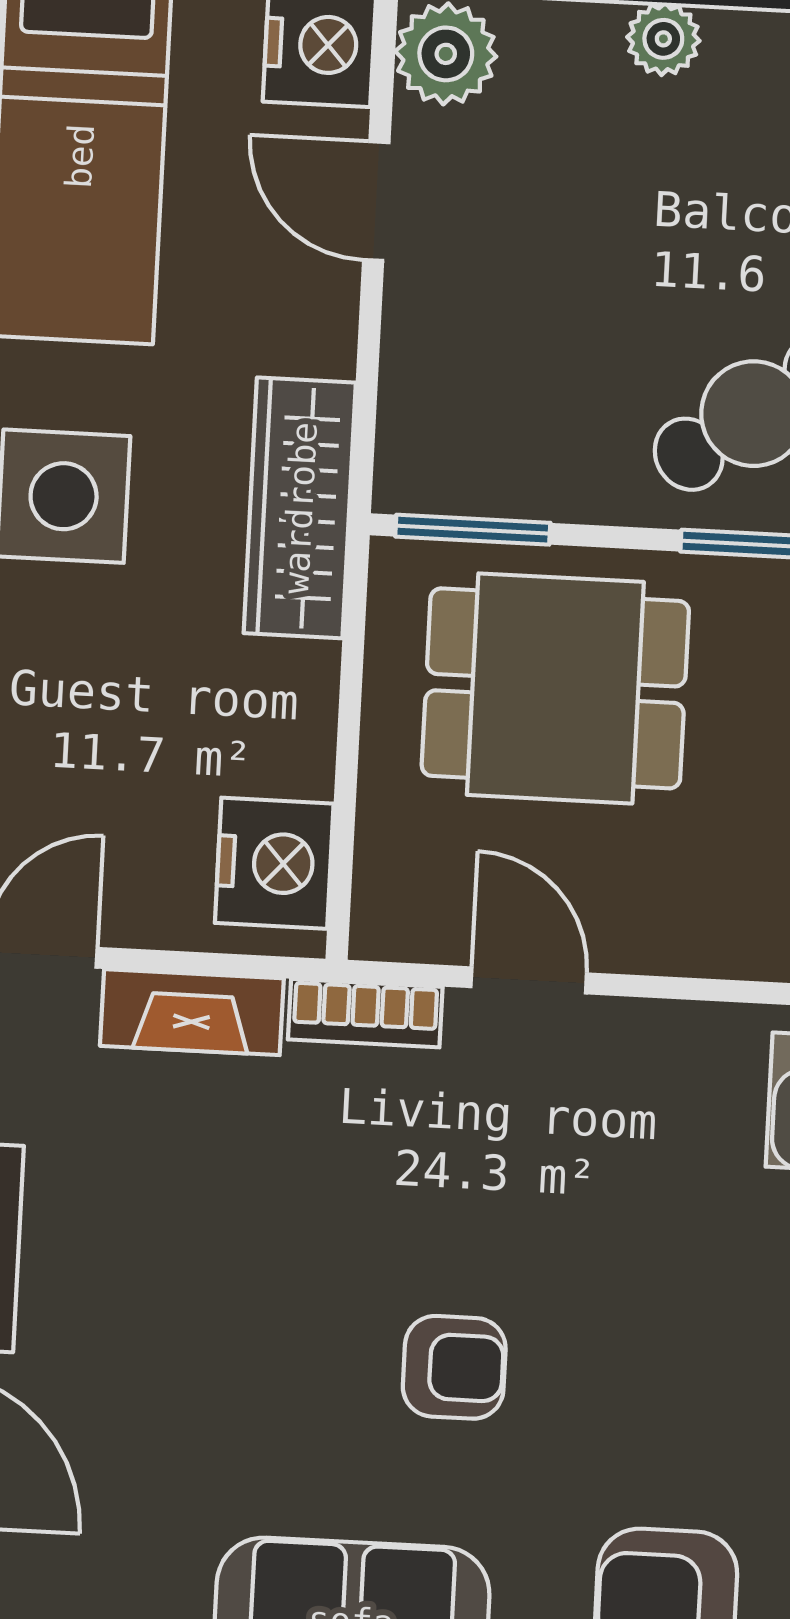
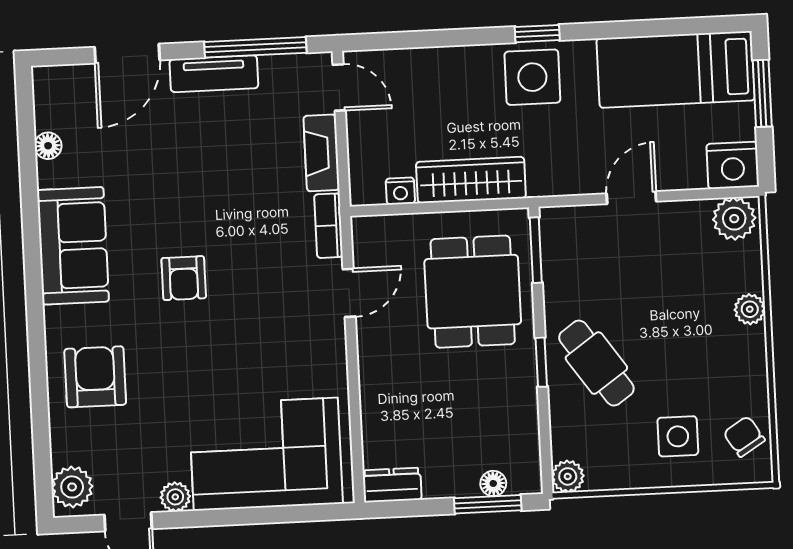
door: (376, 201) -> (631, 198), moved
wardrobe: (300, 508) -> (471, 180), moved
nightstand: (274, 863) -> (400, 191), width x0.53, depth x0.56

